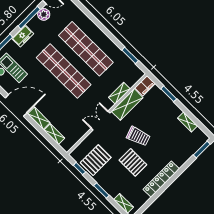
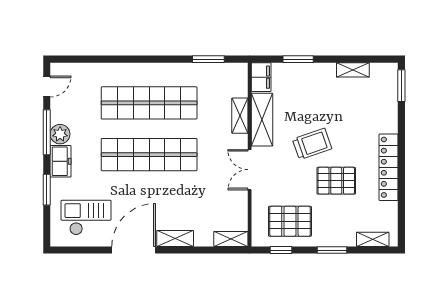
plant: (44, 14) -> (60, 134), moved
shelving: (54, 134) -> (231, 239), moved
pallet: (96, 160) -> (290, 221), turned 90

